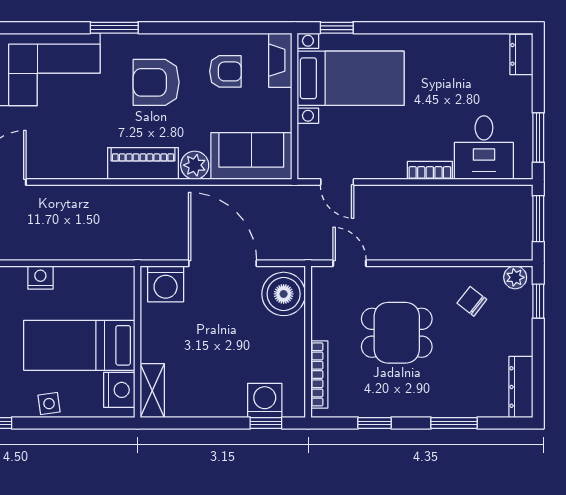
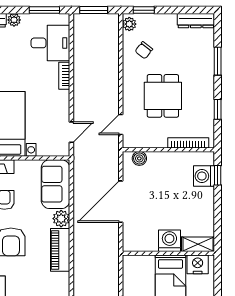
plant: (522, 88) -> (14, 20), added
washing machine: (166, 284) -> (169, 241), moved, turned -90
boiler: (284, 294) -> (139, 158), width x0.54, depth x0.54

